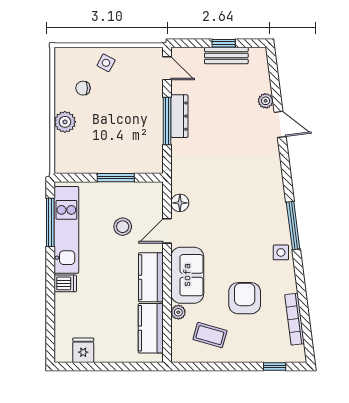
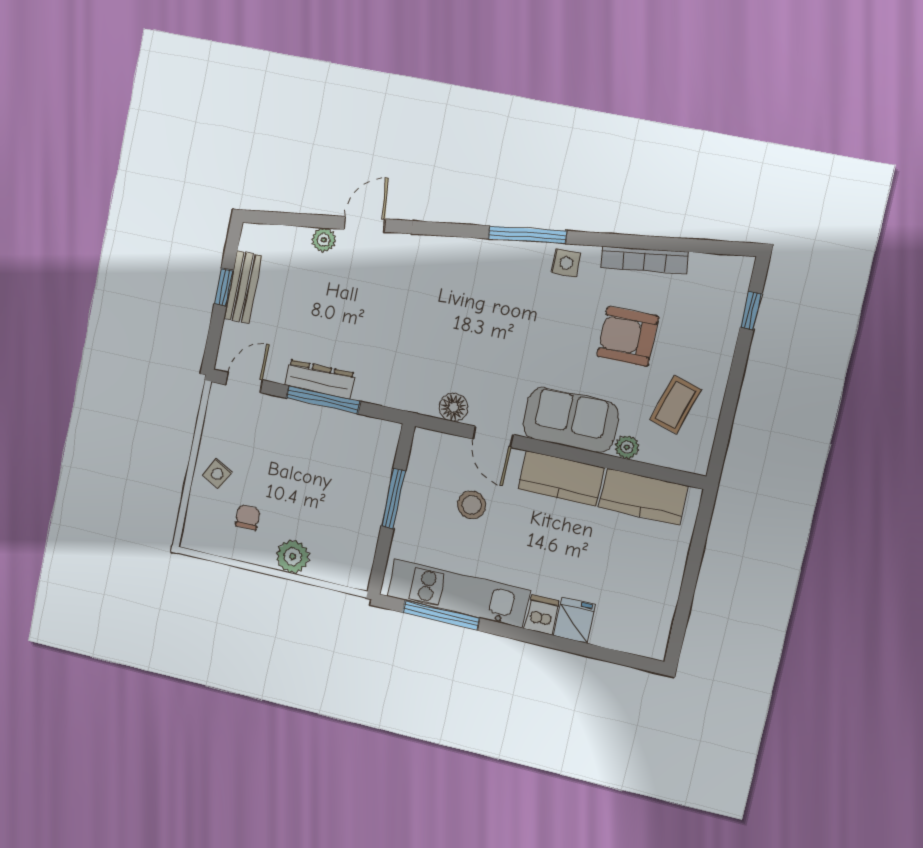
chair: (83, 88) -> (248, 517), turned 180
bookcase: (295, 319) -> (644, 260), moved
fridge: (83, 350) -> (575, 620), moved, turned 90

